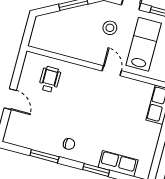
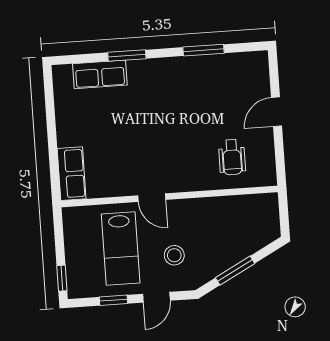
door: (10, 99) -> (277, 112), hinge flipped
chair: (69, 144) -> (176, 78), removed

